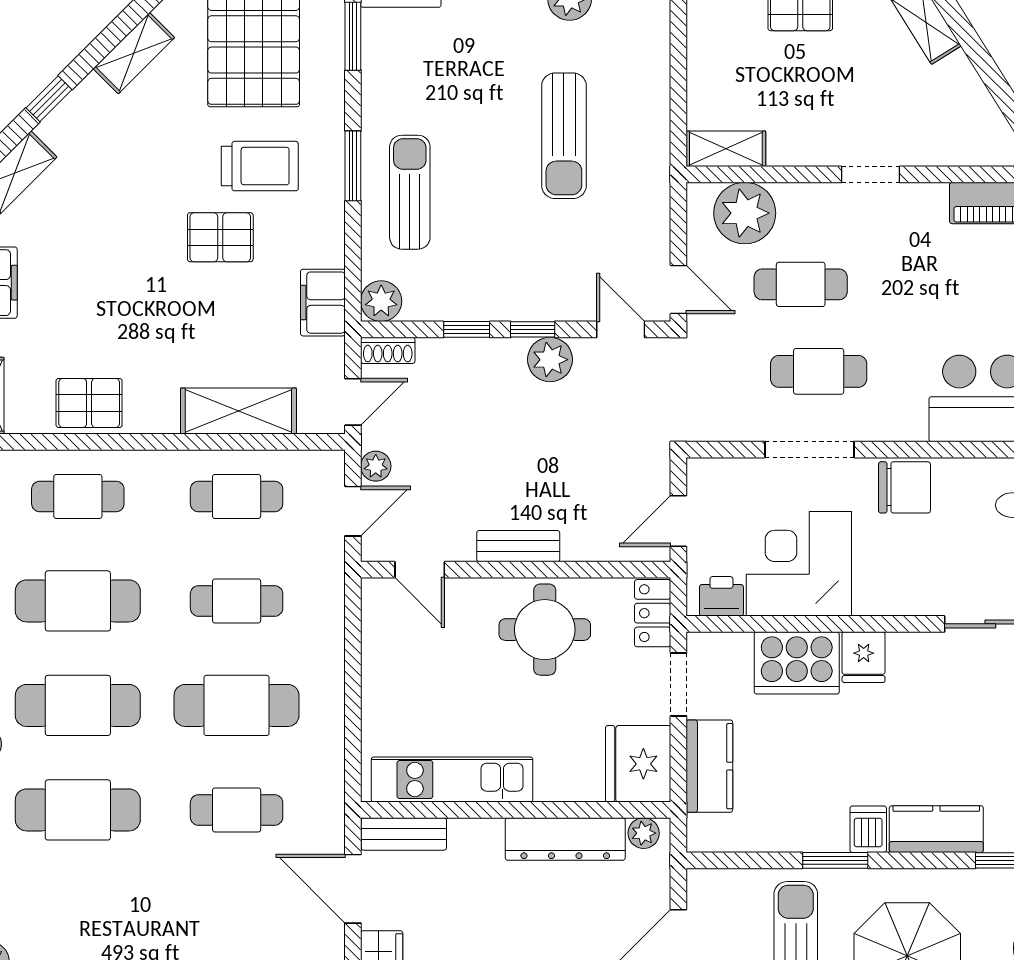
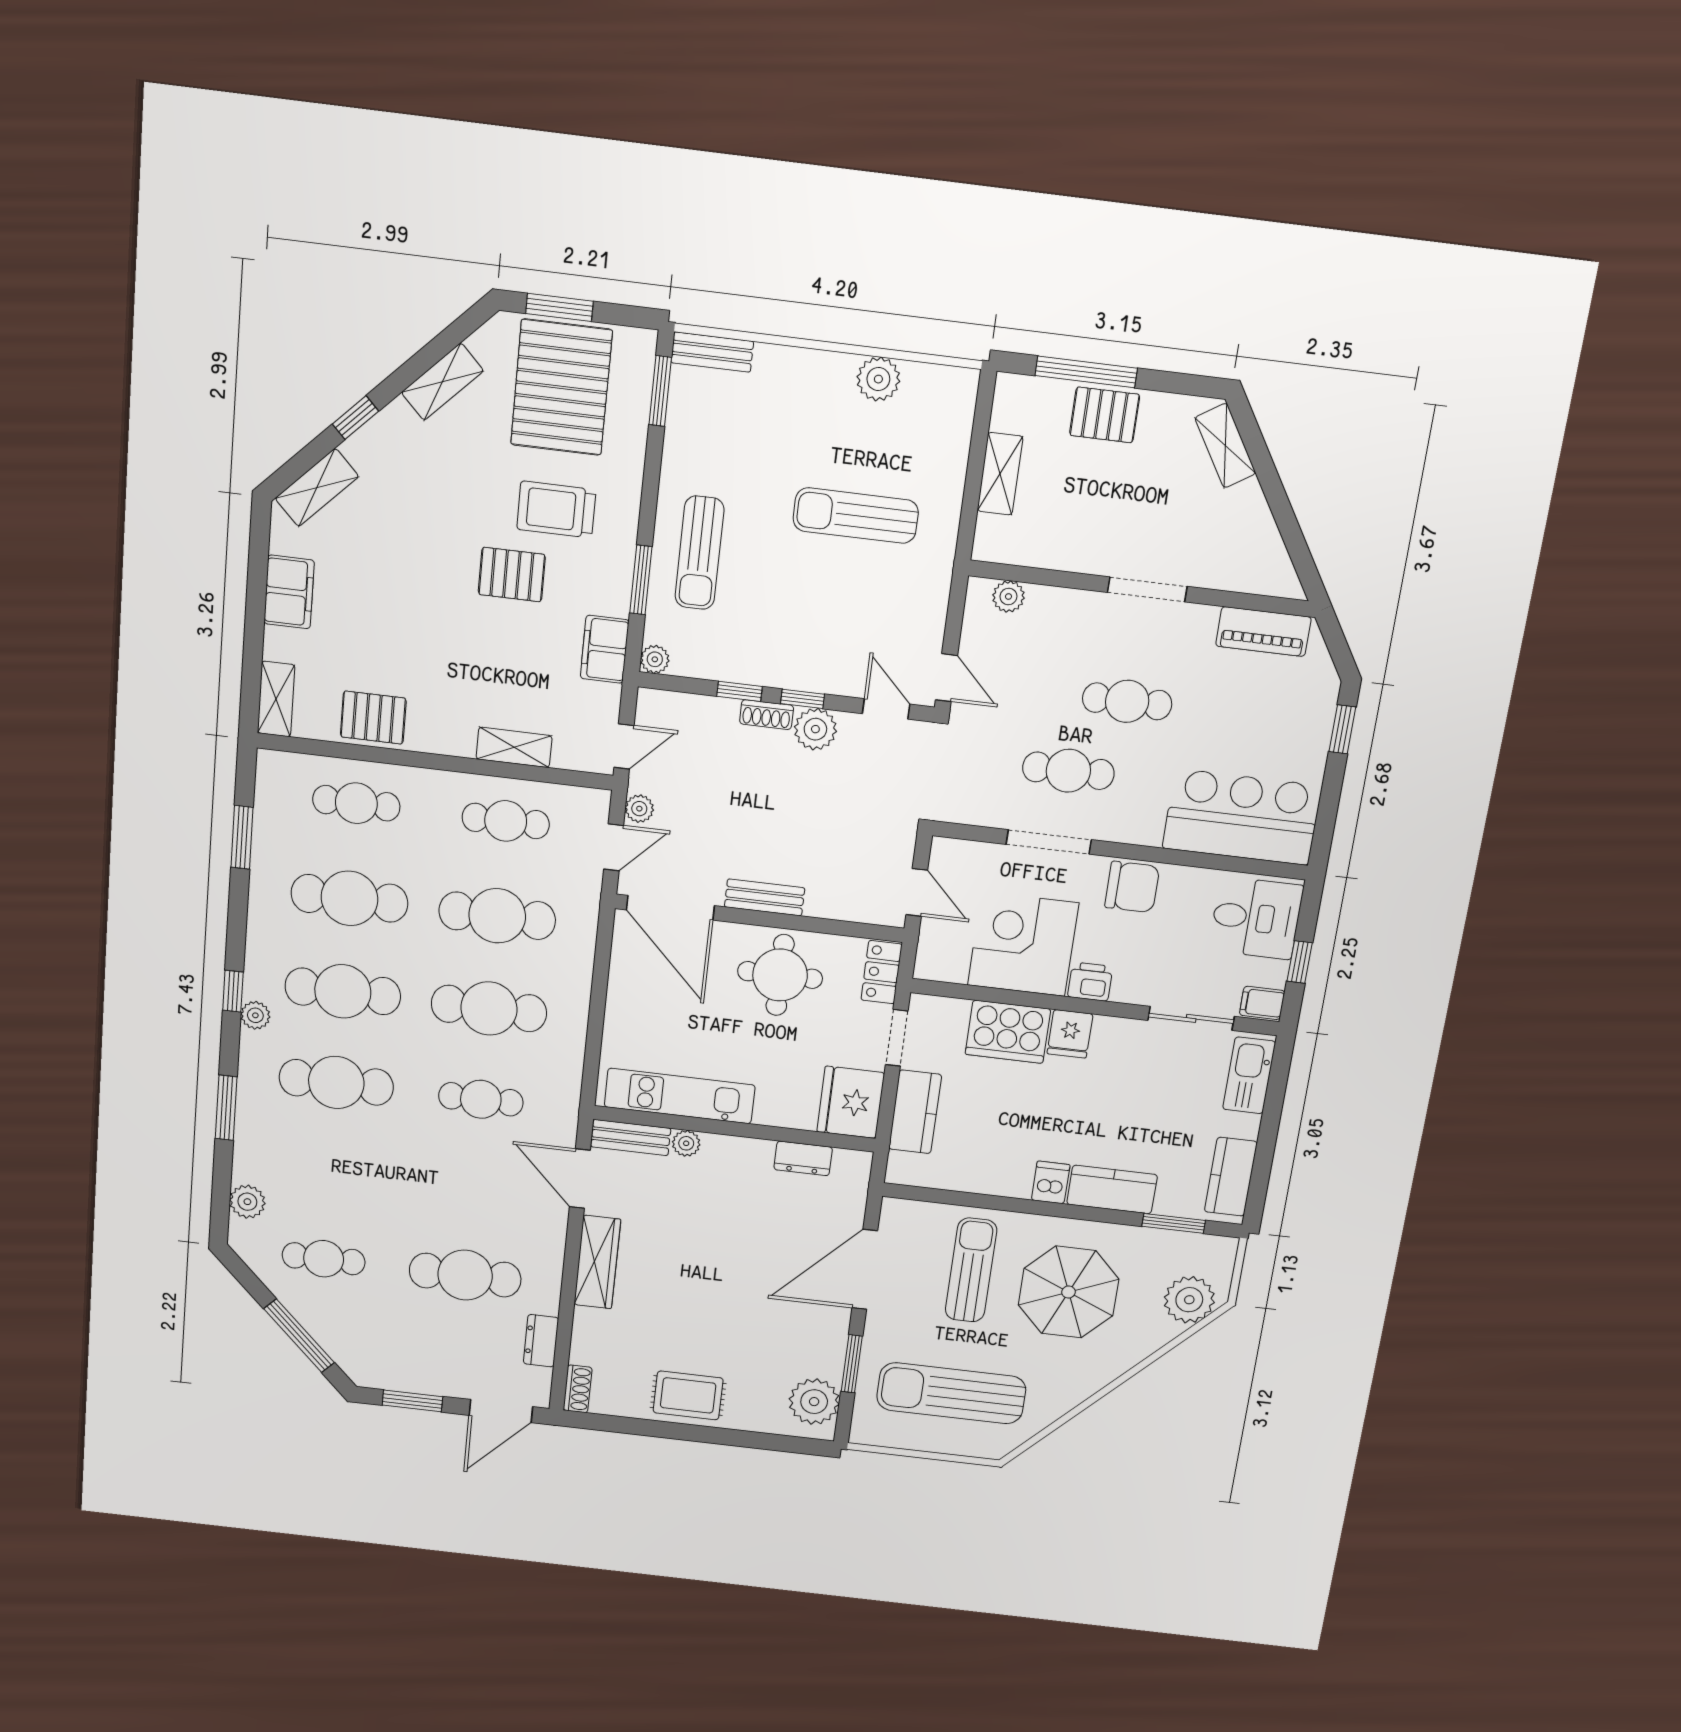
sun lounger: (564, 136) -> (856, 516), turned 90
shelving: (726, 149) -> (1000, 474), moved, turned 90
trolley: (260, 166) -> (556, 510), turned 180
window: (353, 166) -> (641, 580), moved
doorway: (871, 174) -> (1147, 589), width x1.38
sun lounger: (410, 192) -> (700, 553), turned 180
plant: (745, 213) -> (1008, 597), width x0.53, depth x0.53
cafe table: (801, 284) -> (1127, 701), moved
plant: (381, 301) -> (655, 659), width x0.73, depth x0.73
shoe rack: (388, 350) -> (767, 715), moved
shelving: (238, 411) -> (514, 747), width x0.67, depth x0.75
door: (678, 521) -> (917, 892), swing flipped
door: (420, 570) -> (670, 908), width x1.87
printer: (721, 596) -> (1090, 982), moved
cafe table: (237, 601) -> (497, 916), width x1.37, depth x1.35
plant: (644, 833) -> (686, 1143), moved
dresser: (565, 839) -> (803, 1158), width x0.51, depth x0.80
window: (835, 860) -> (1017, 1205), removed

